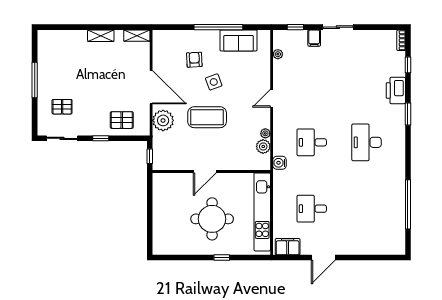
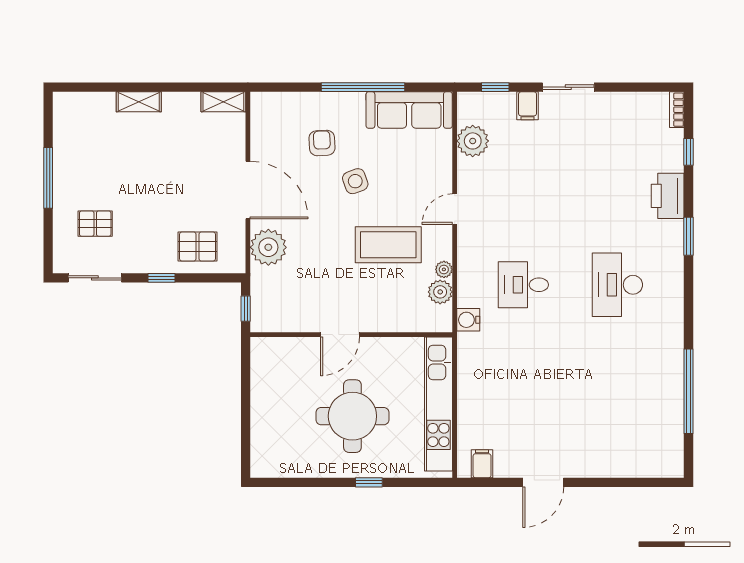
shelving: (101, 36) -> (139, 102), moved
sofa: (238, 40) -> (409, 110), width x1.36
plant: (278, 54) -> (473, 141), width x1.87, depth x1.87
coffee table: (207, 117) -> (388, 245), moved
desk: (312, 209) -> (523, 399), removed
filing cabinet: (288, 247) -> (482, 464), width x0.50

